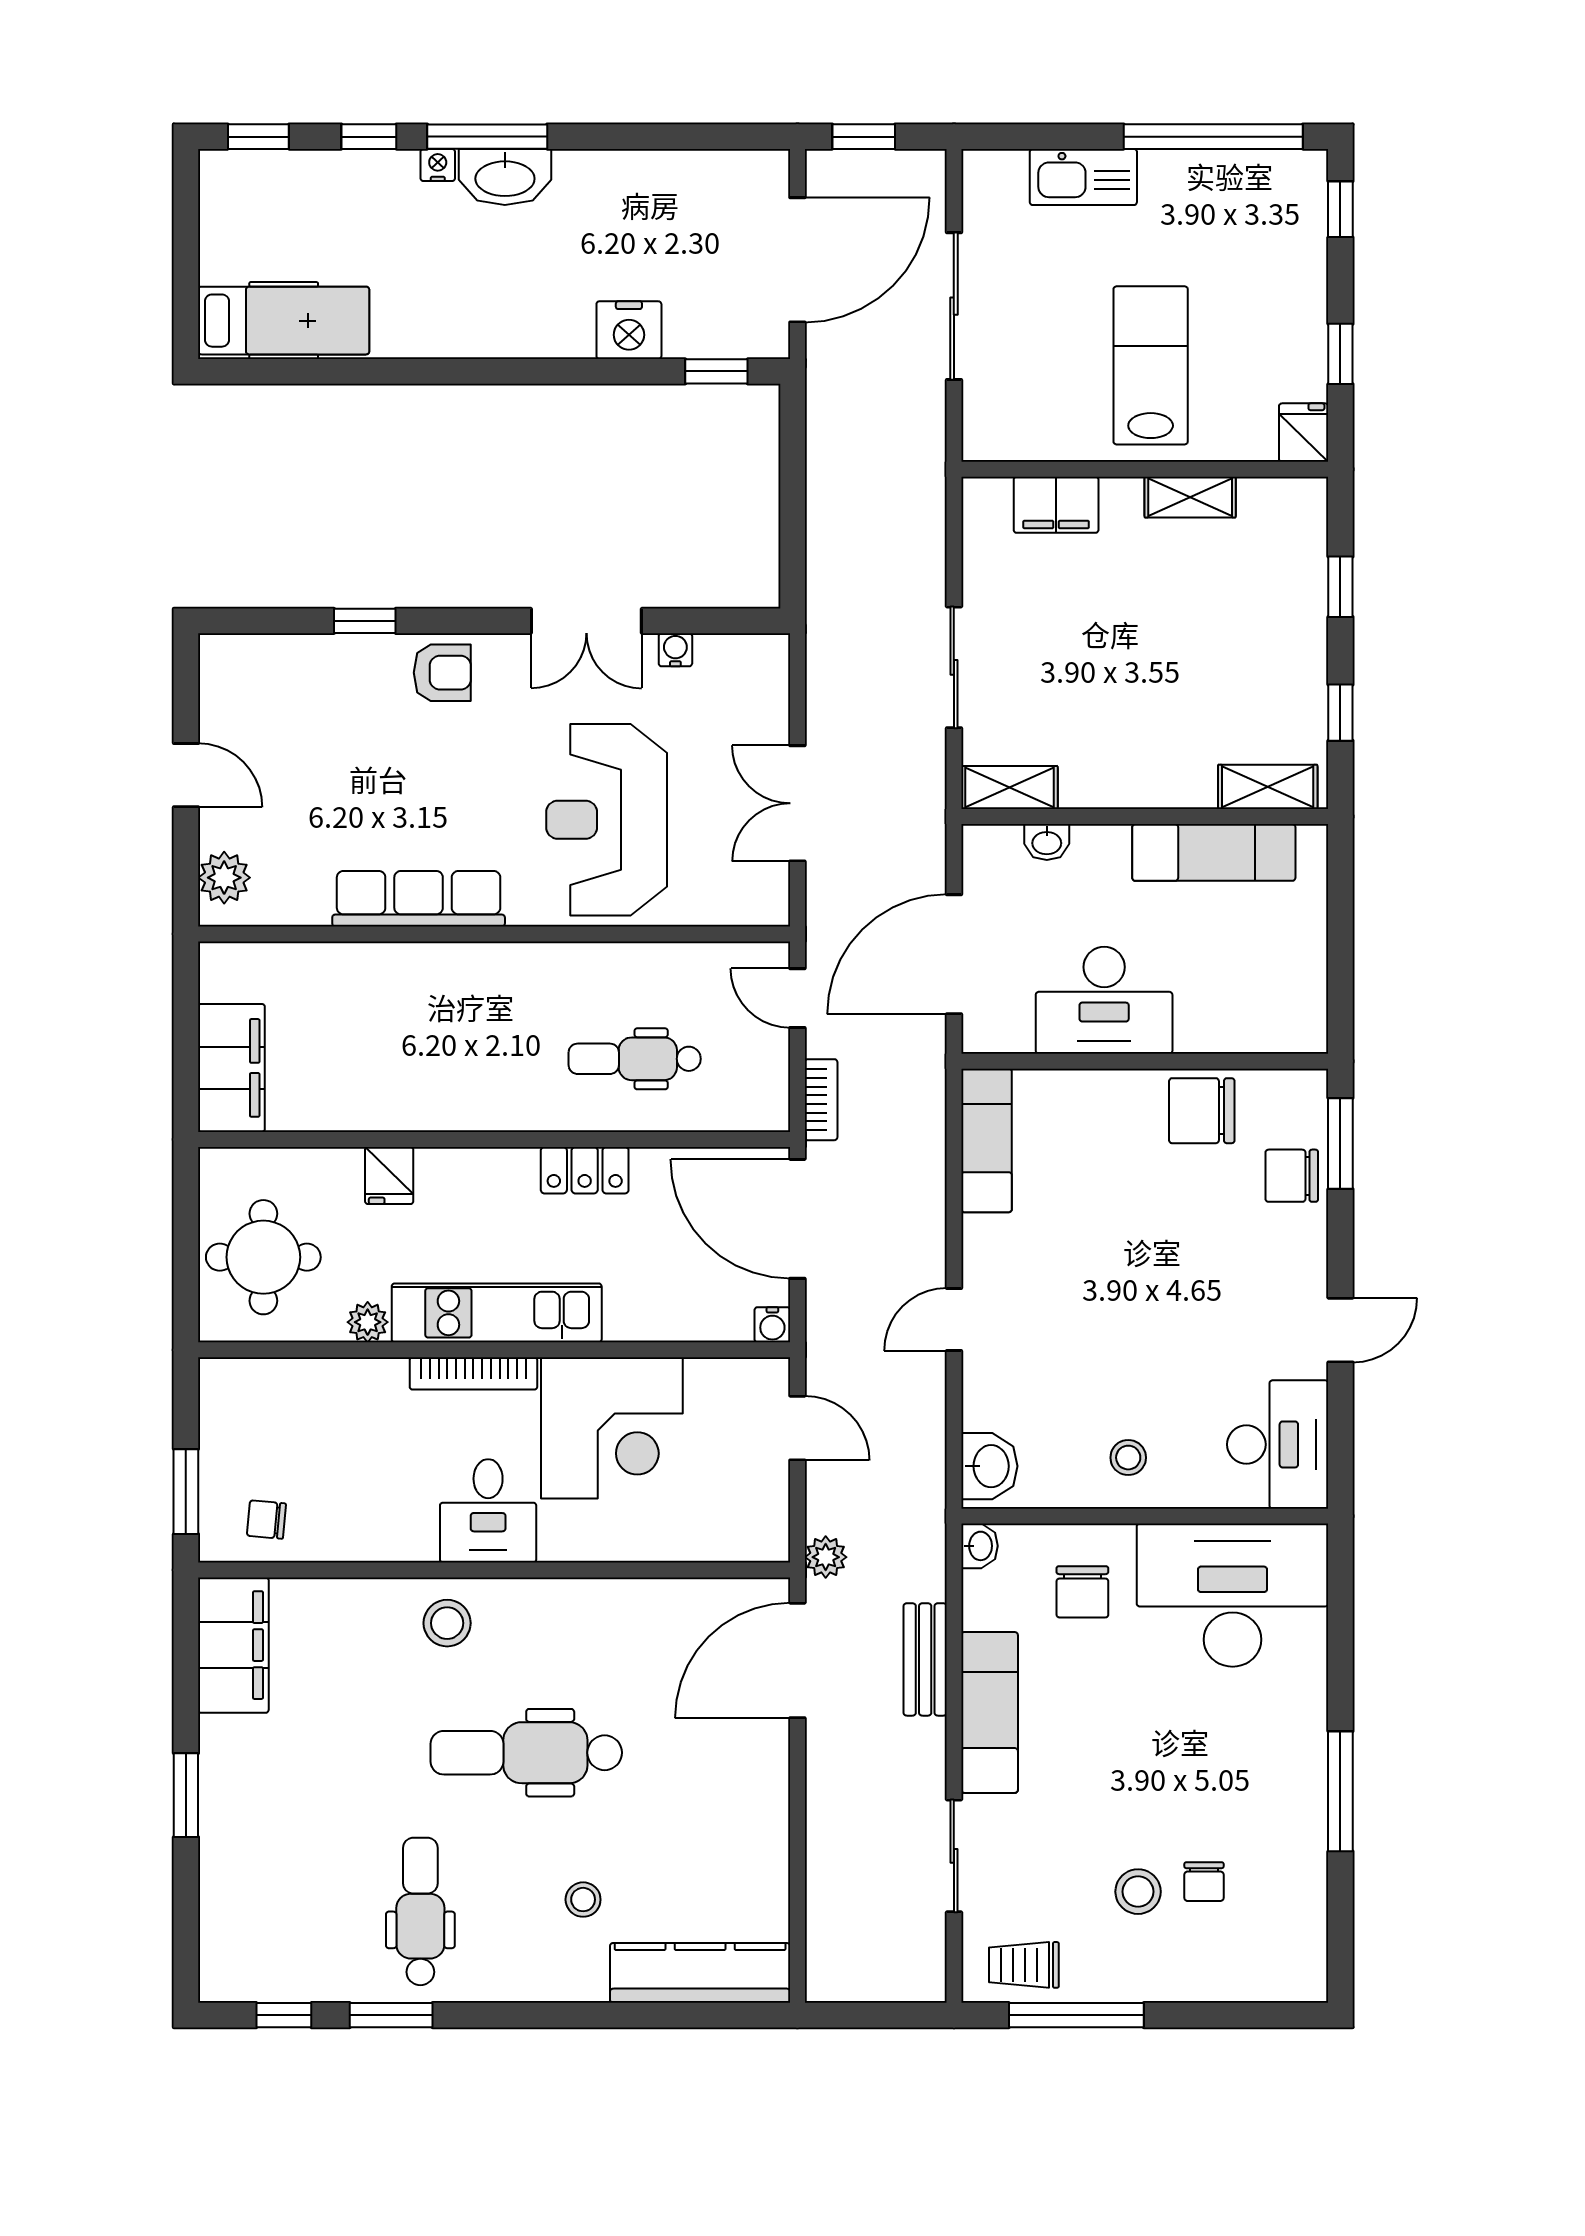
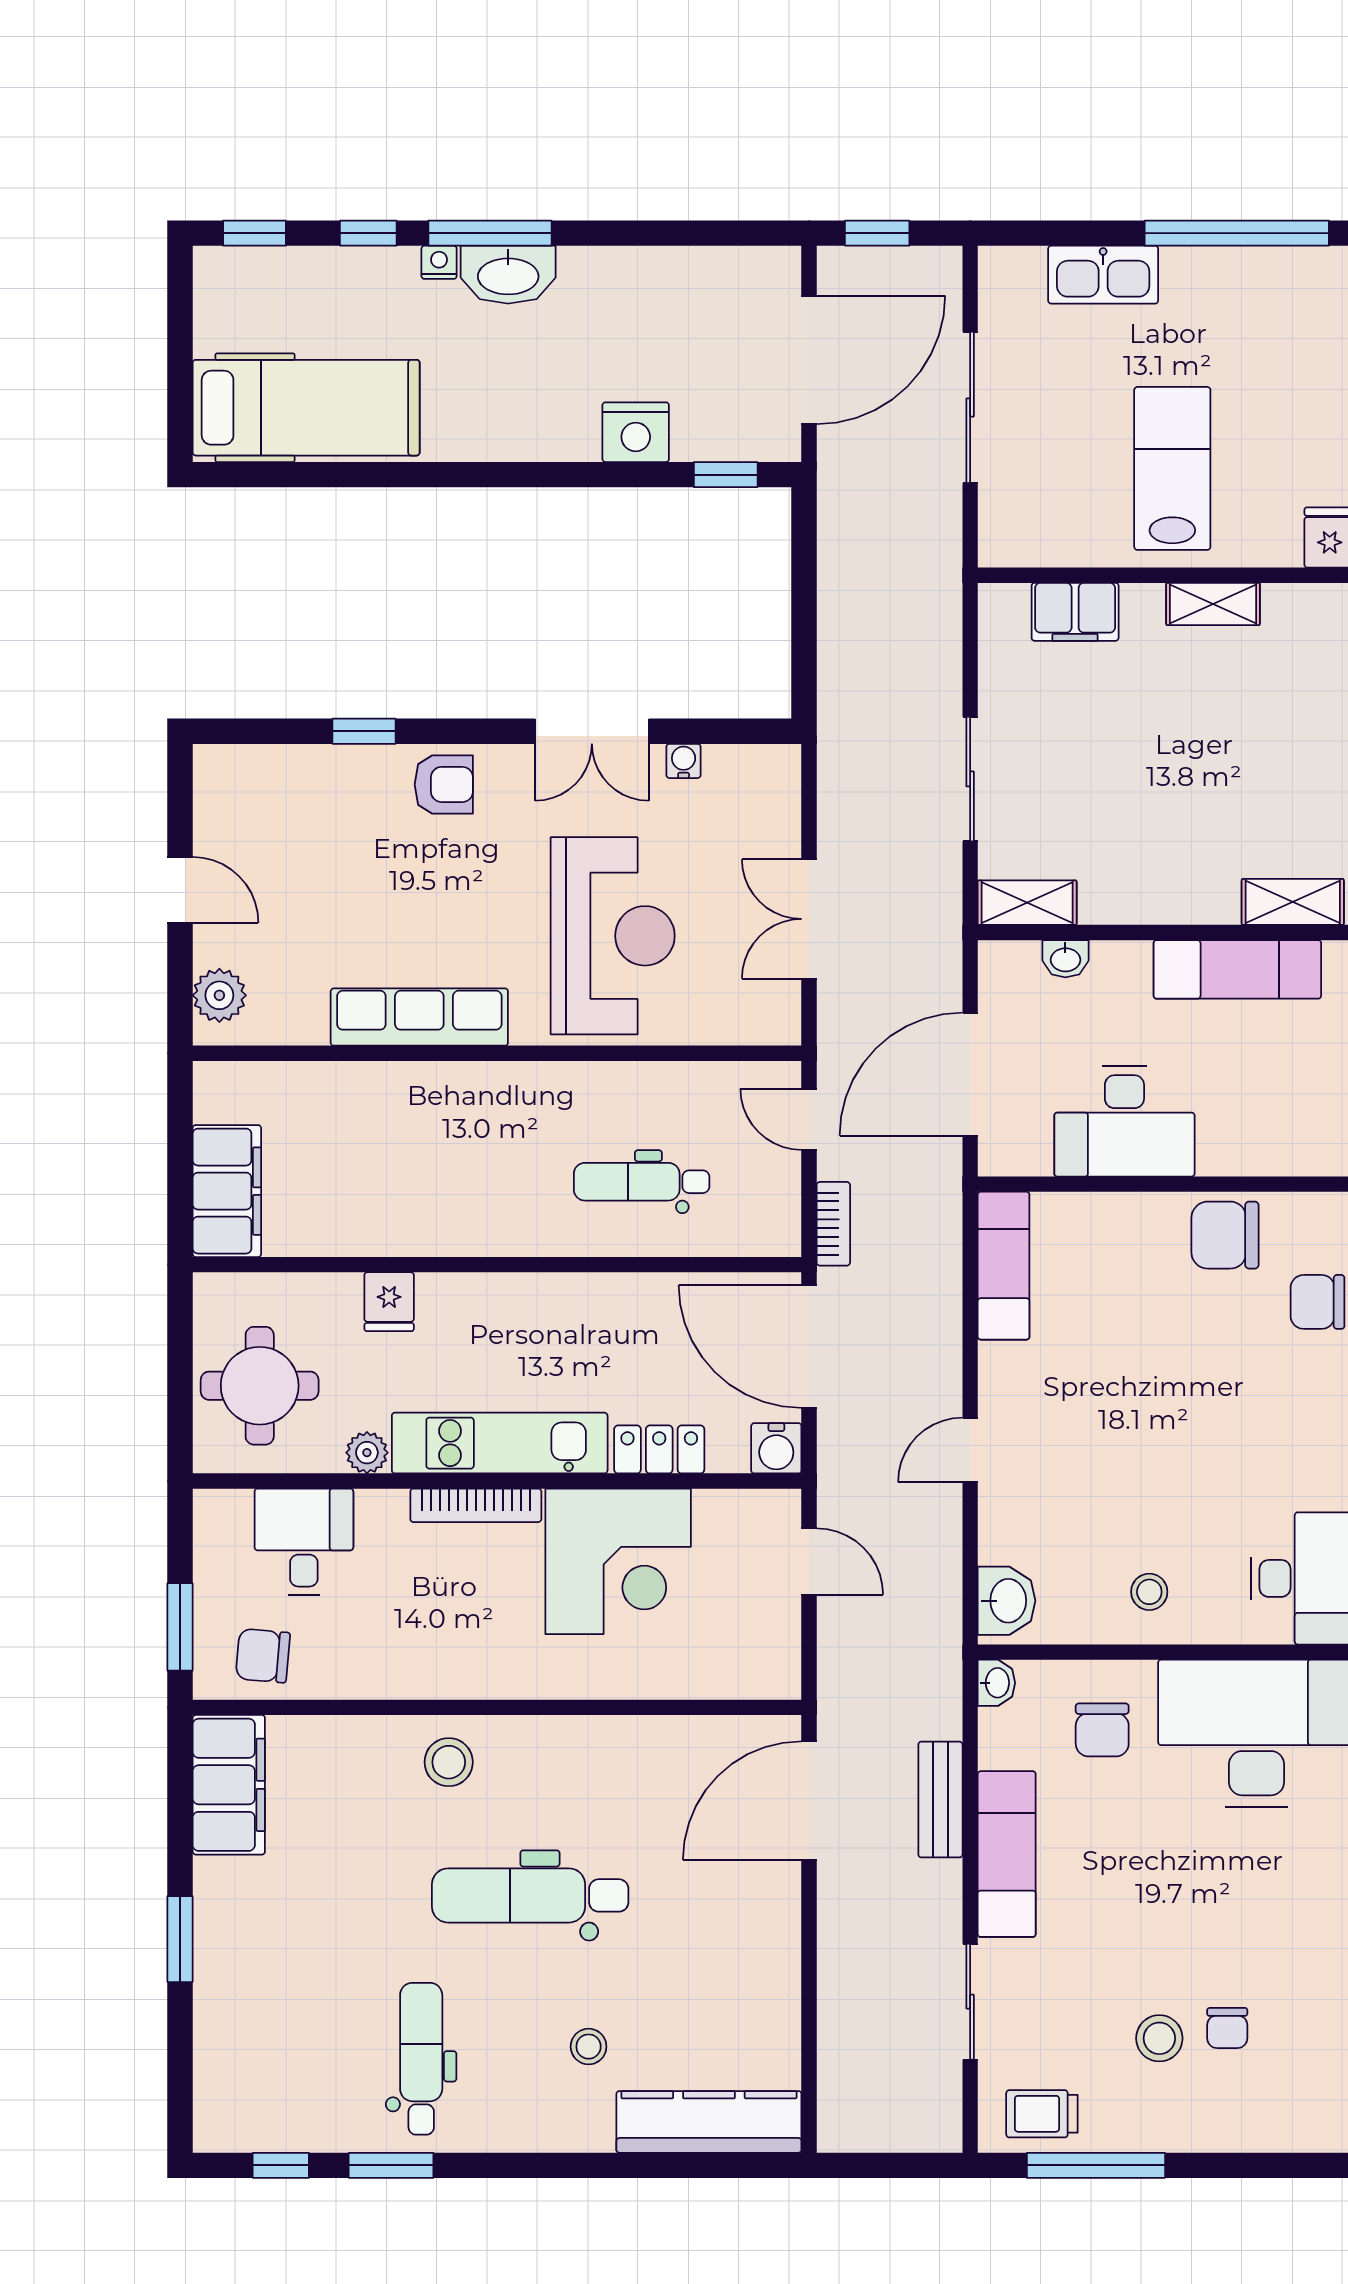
hospital bed: (284, 321) -> (306, 408), width x1.37, depth x1.29
reception desk: (607, 820) -> (613, 936), turned 180
locker: (585, 1170) -> (659, 1449), moved, turned 180
water cooler: (772, 1325) -> (776, 1448), width x1.38, depth x1.38
desk: (488, 1511) -> (304, 1542), moved, turned 180
chair: (266, 1520) -> (263, 1656), width x1.37, depth x1.37
plant: (826, 1557) -> (838, 1694), removed

